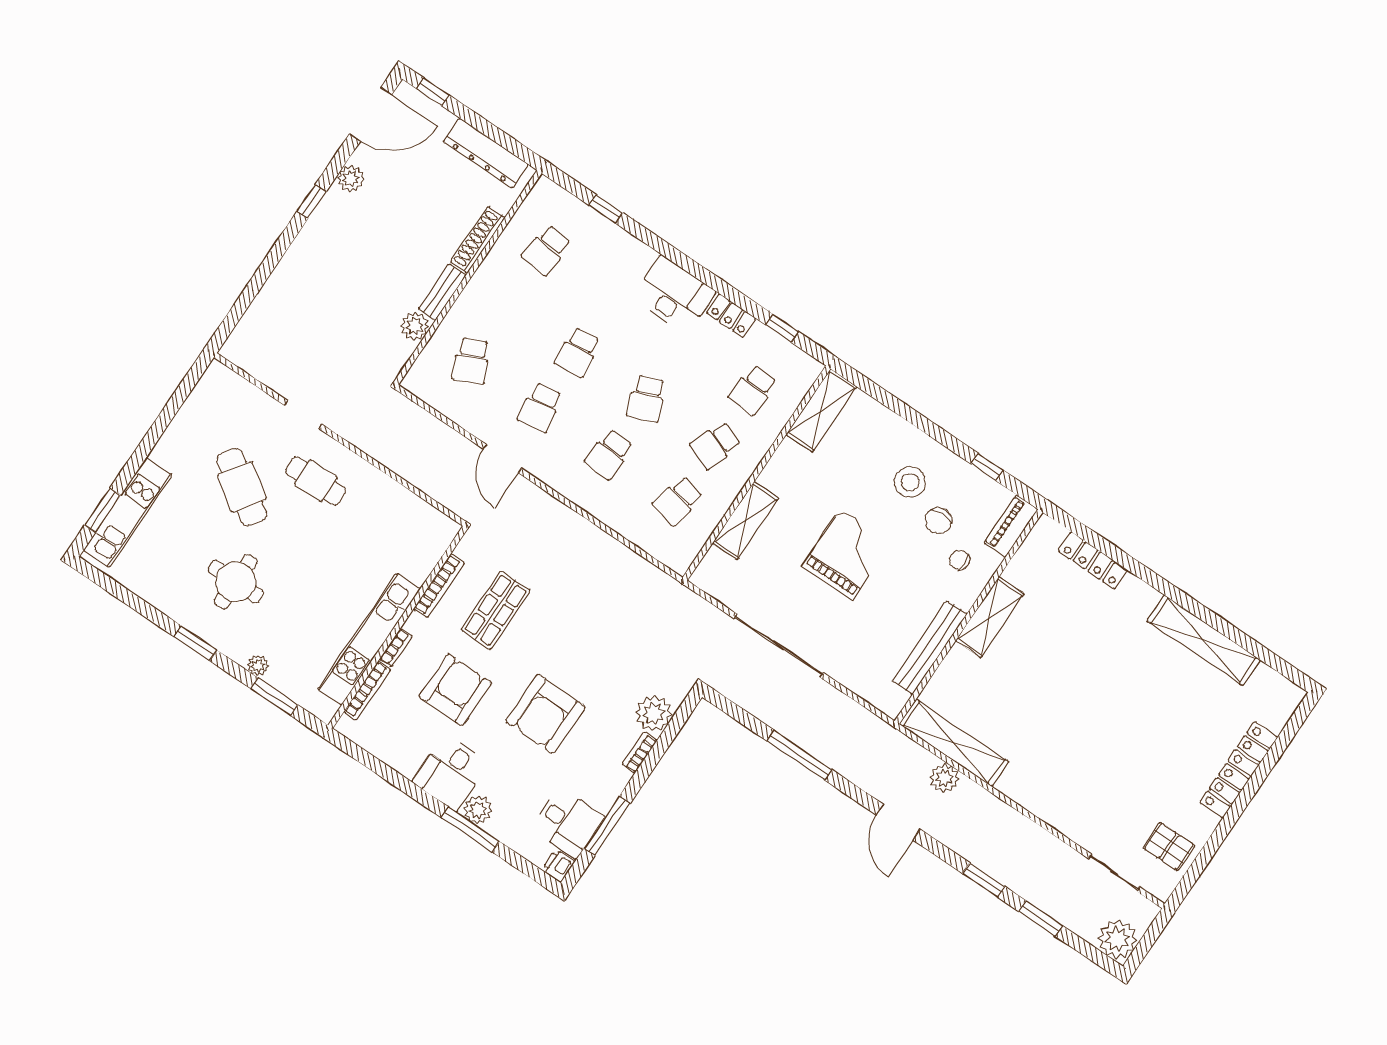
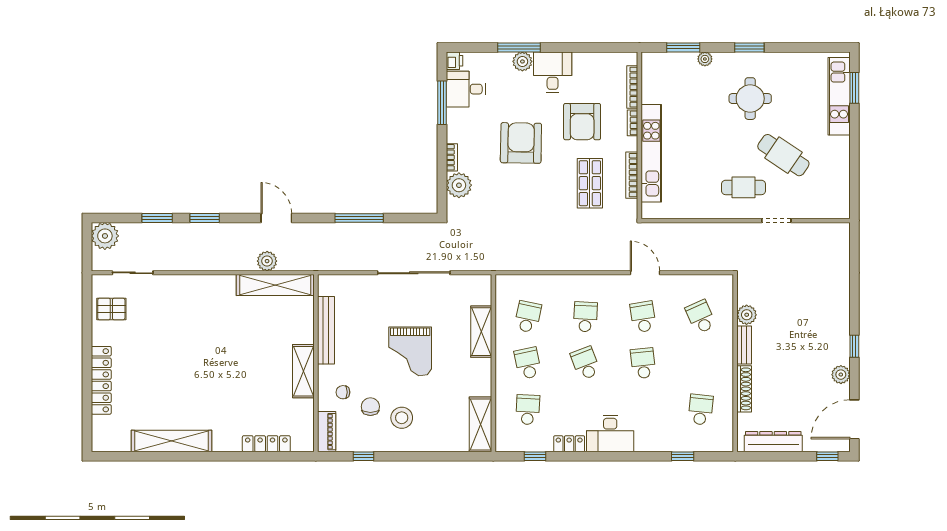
school desk: (715, 445) -> (528, 363), turned -33
chair: (960, 560) -> (343, 392), turned 180
kitchen unit: (369, 639) -> (651, 153), moved

